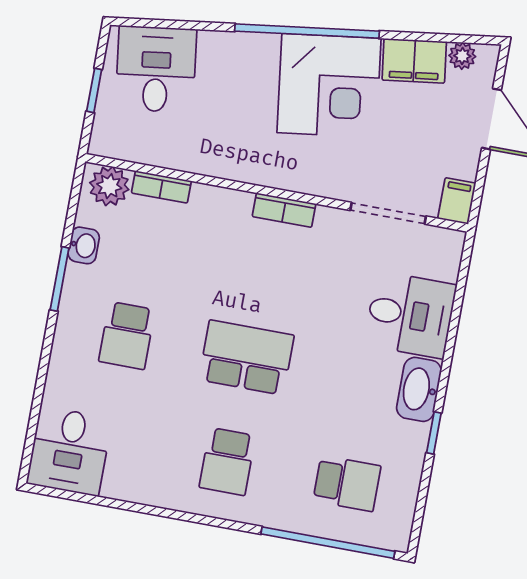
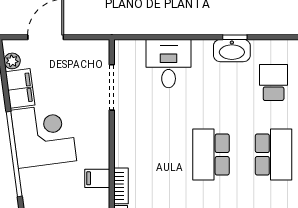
filing cabinet: (457, 201) -> (97, 178), moved
bookcase: (284, 210) -> (121, 186), moved
washbasin: (419, 389) -> (232, 51), moved
school desk: (227, 462) -> (274, 154), width x1.85

